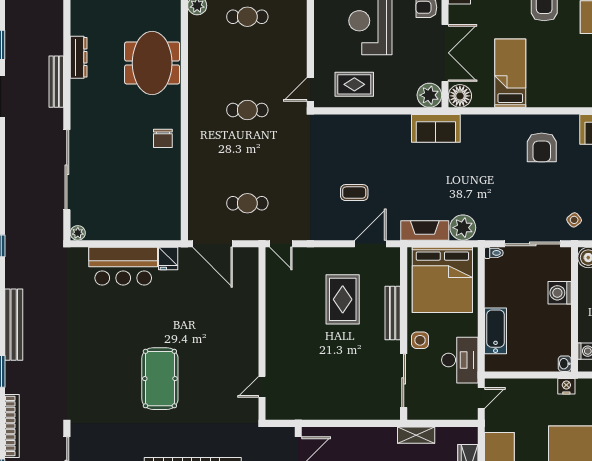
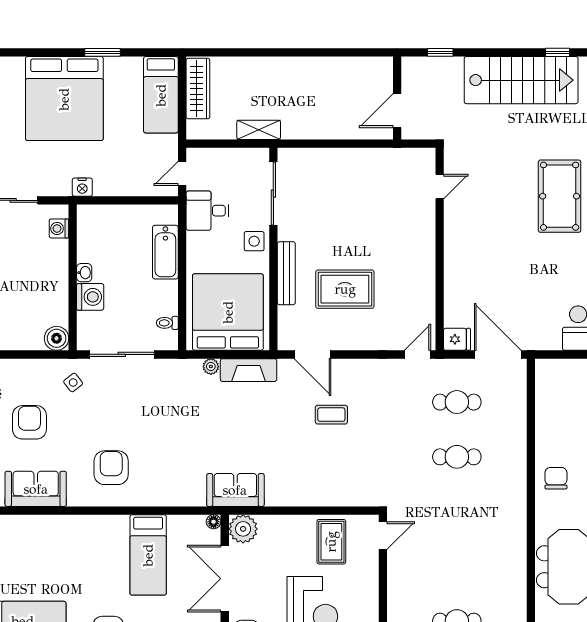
rug: (354, 84) -> (331, 542), turned 90
floor lamp: (460, 96) -> (214, 522), width x0.53, depth x0.53
cafe table: (247, 110) -> (457, 457), moved
plant: (463, 228) -> (211, 367), width x0.53, depth x0.53
door: (281, 244) -> (417, 354), hinge flipped
door: (370, 244) -> (313, 354), hinge flipped
toilet: (494, 253) -> (167, 323), moved
fridge: (168, 259) -> (457, 339), moved, turned 90
rug: (343, 299) -> (345, 289), turned 90
desk: (460, 360) -> (207, 211), width x0.73
washbasin: (565, 364) -> (84, 273), moved

